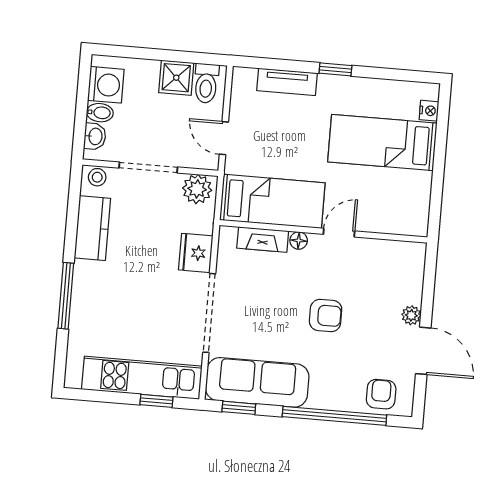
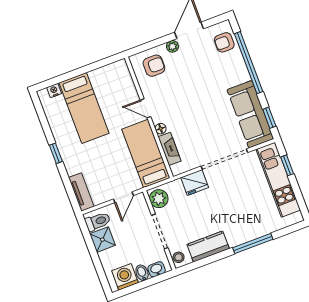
tv unit: (287, 82) -> (81, 192), moved
armchair: (326, 315) -> (154, 66), moved, turned 90

